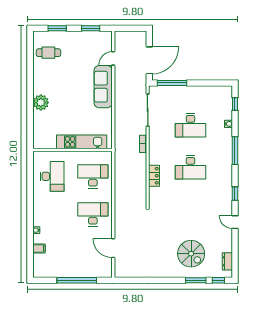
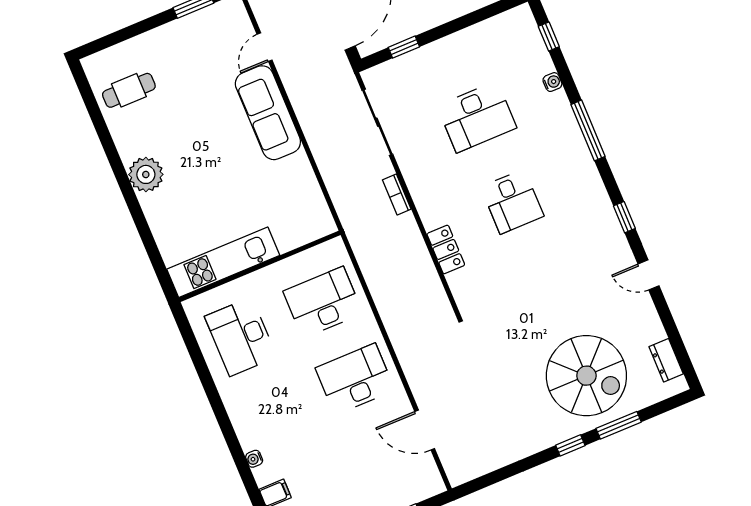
window: (57, 28) -> (126, 34), removed
window: (172, 83) -> (404, 47), width x0.46
plant: (41, 103) -> (146, 174), moved
kitchen unit: (82, 142) -> (223, 262), moved
desk: (190, 167) -> (512, 202), width x0.73
desk: (52, 176) -> (241, 337), turned 180
spiral stairs: (191, 254) -> (586, 376), width x1.37, depth x1.37
window: (218, 280) -> (570, 445), moved

